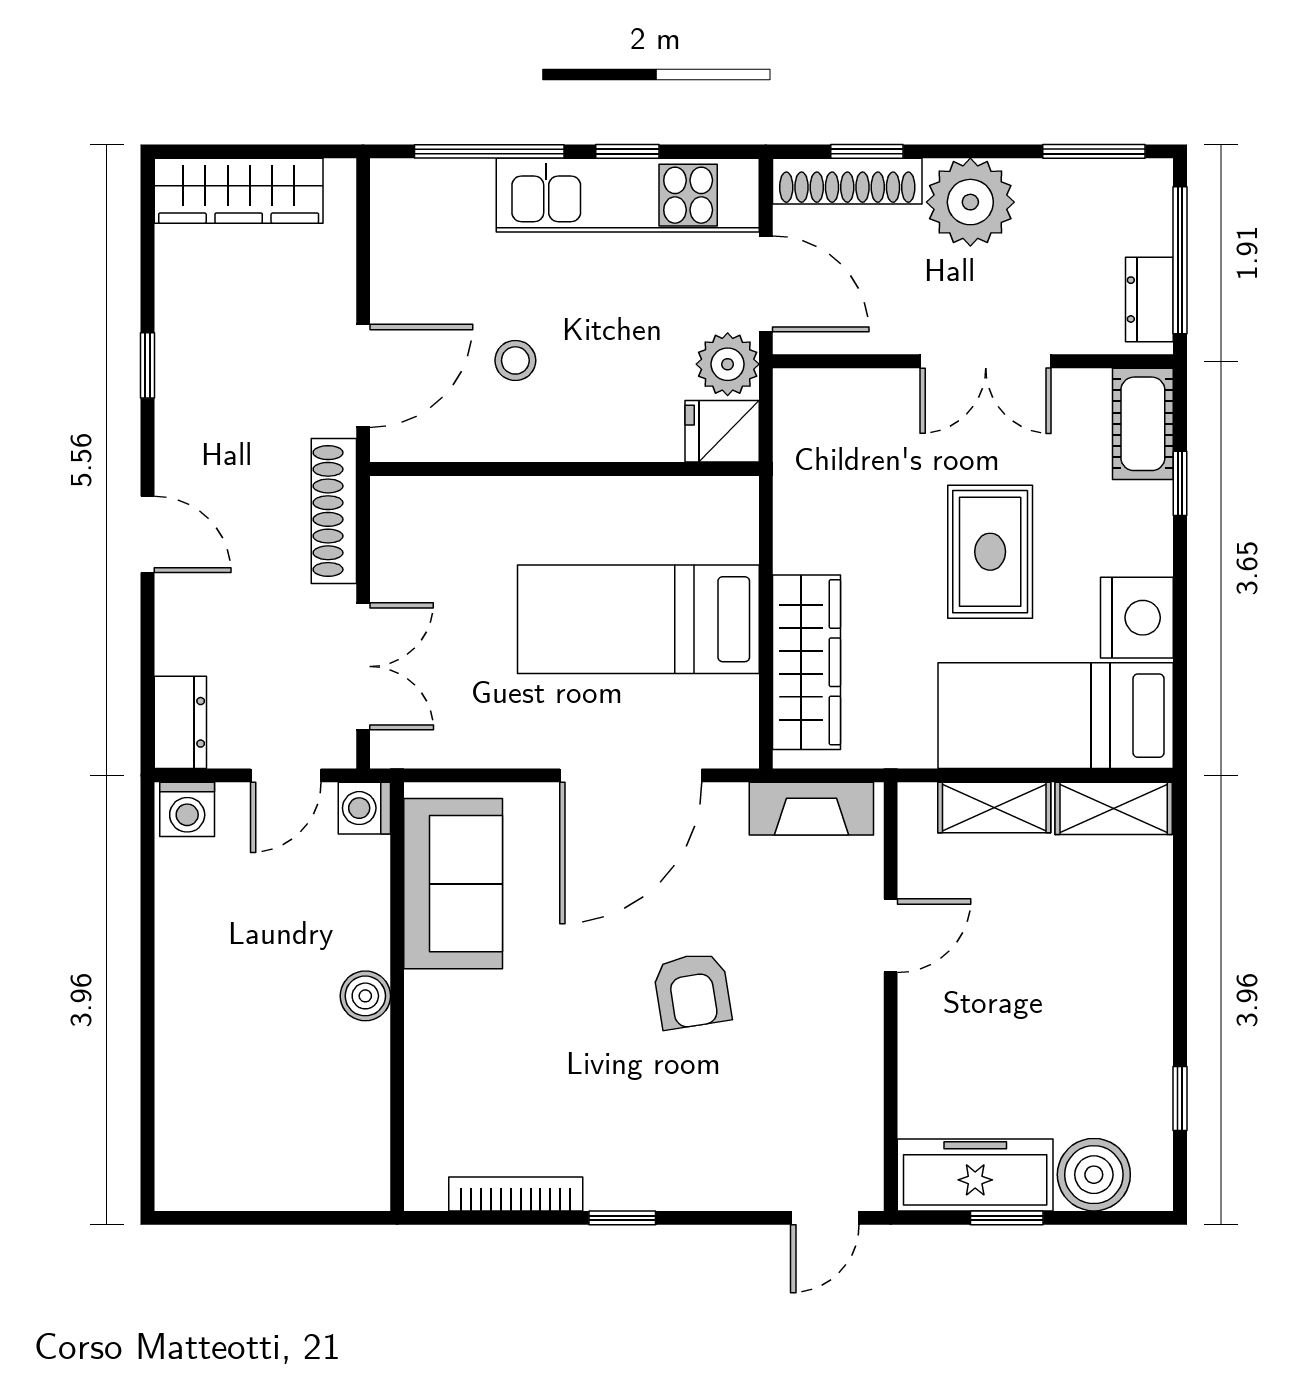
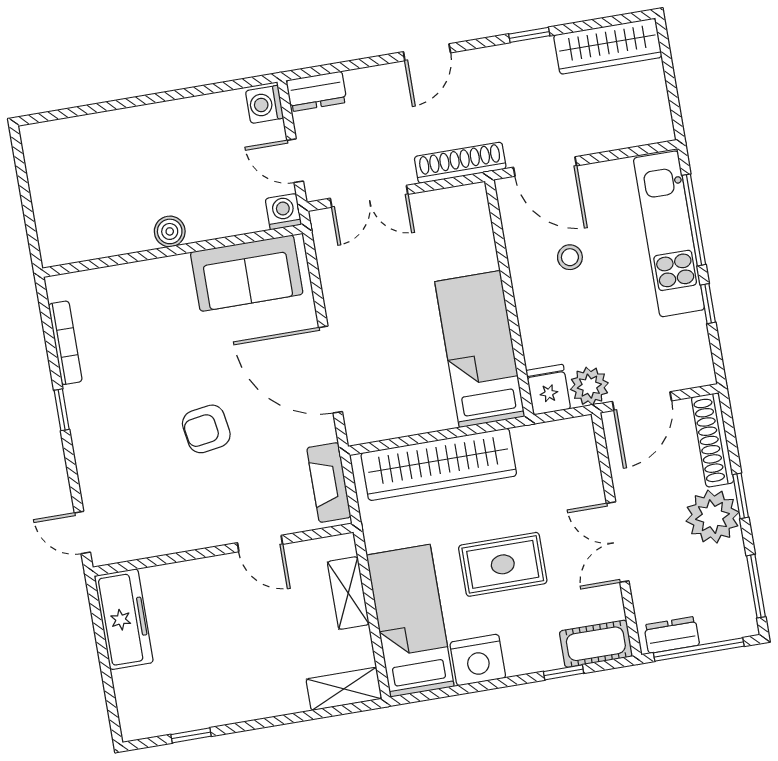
window: (867, 151) -> (741, 496), moved
wardrobe: (239, 191) -> (608, 46), moved, turned -90
kitchen unit: (628, 195) -> (669, 234), moved
bed: (638, 619) -> (480, 349), moved
wardrobe: (806, 662) -> (439, 464), width x1.40, depth x1.17
shelving: (1114, 808) -> (344, 689), moved, turned 90
boiler: (1094, 1175) -> (136, 691), removed
window: (1007, 1218) -> (101, 643), removed

